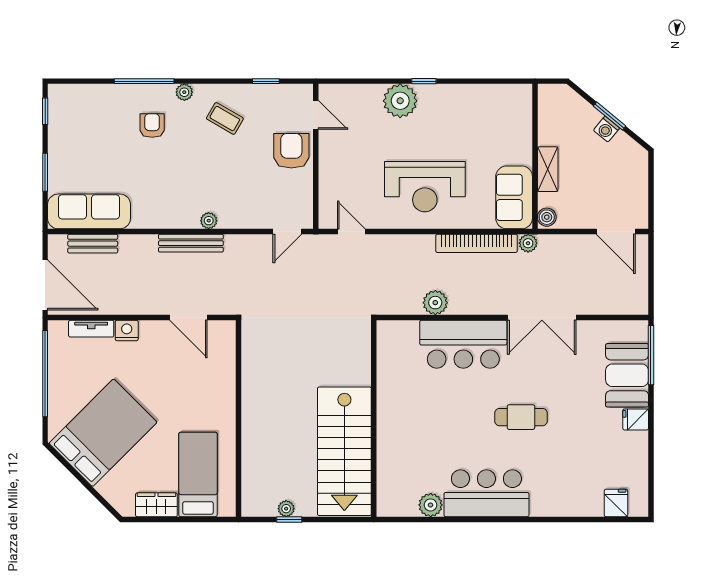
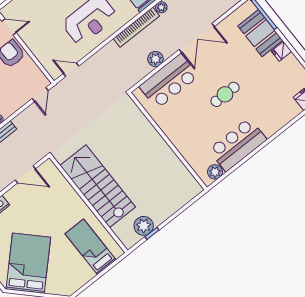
plant: (435, 303) -> (155, 59), moved
wall: (374, 418) -> (168, 141), moved
stairs: (344, 451) -> (98, 186), moved, turned 180
wardrobe: (156, 505) -> (82, 278), removed
plant: (286, 509) -> (144, 226), width x1.87, depth x1.87

